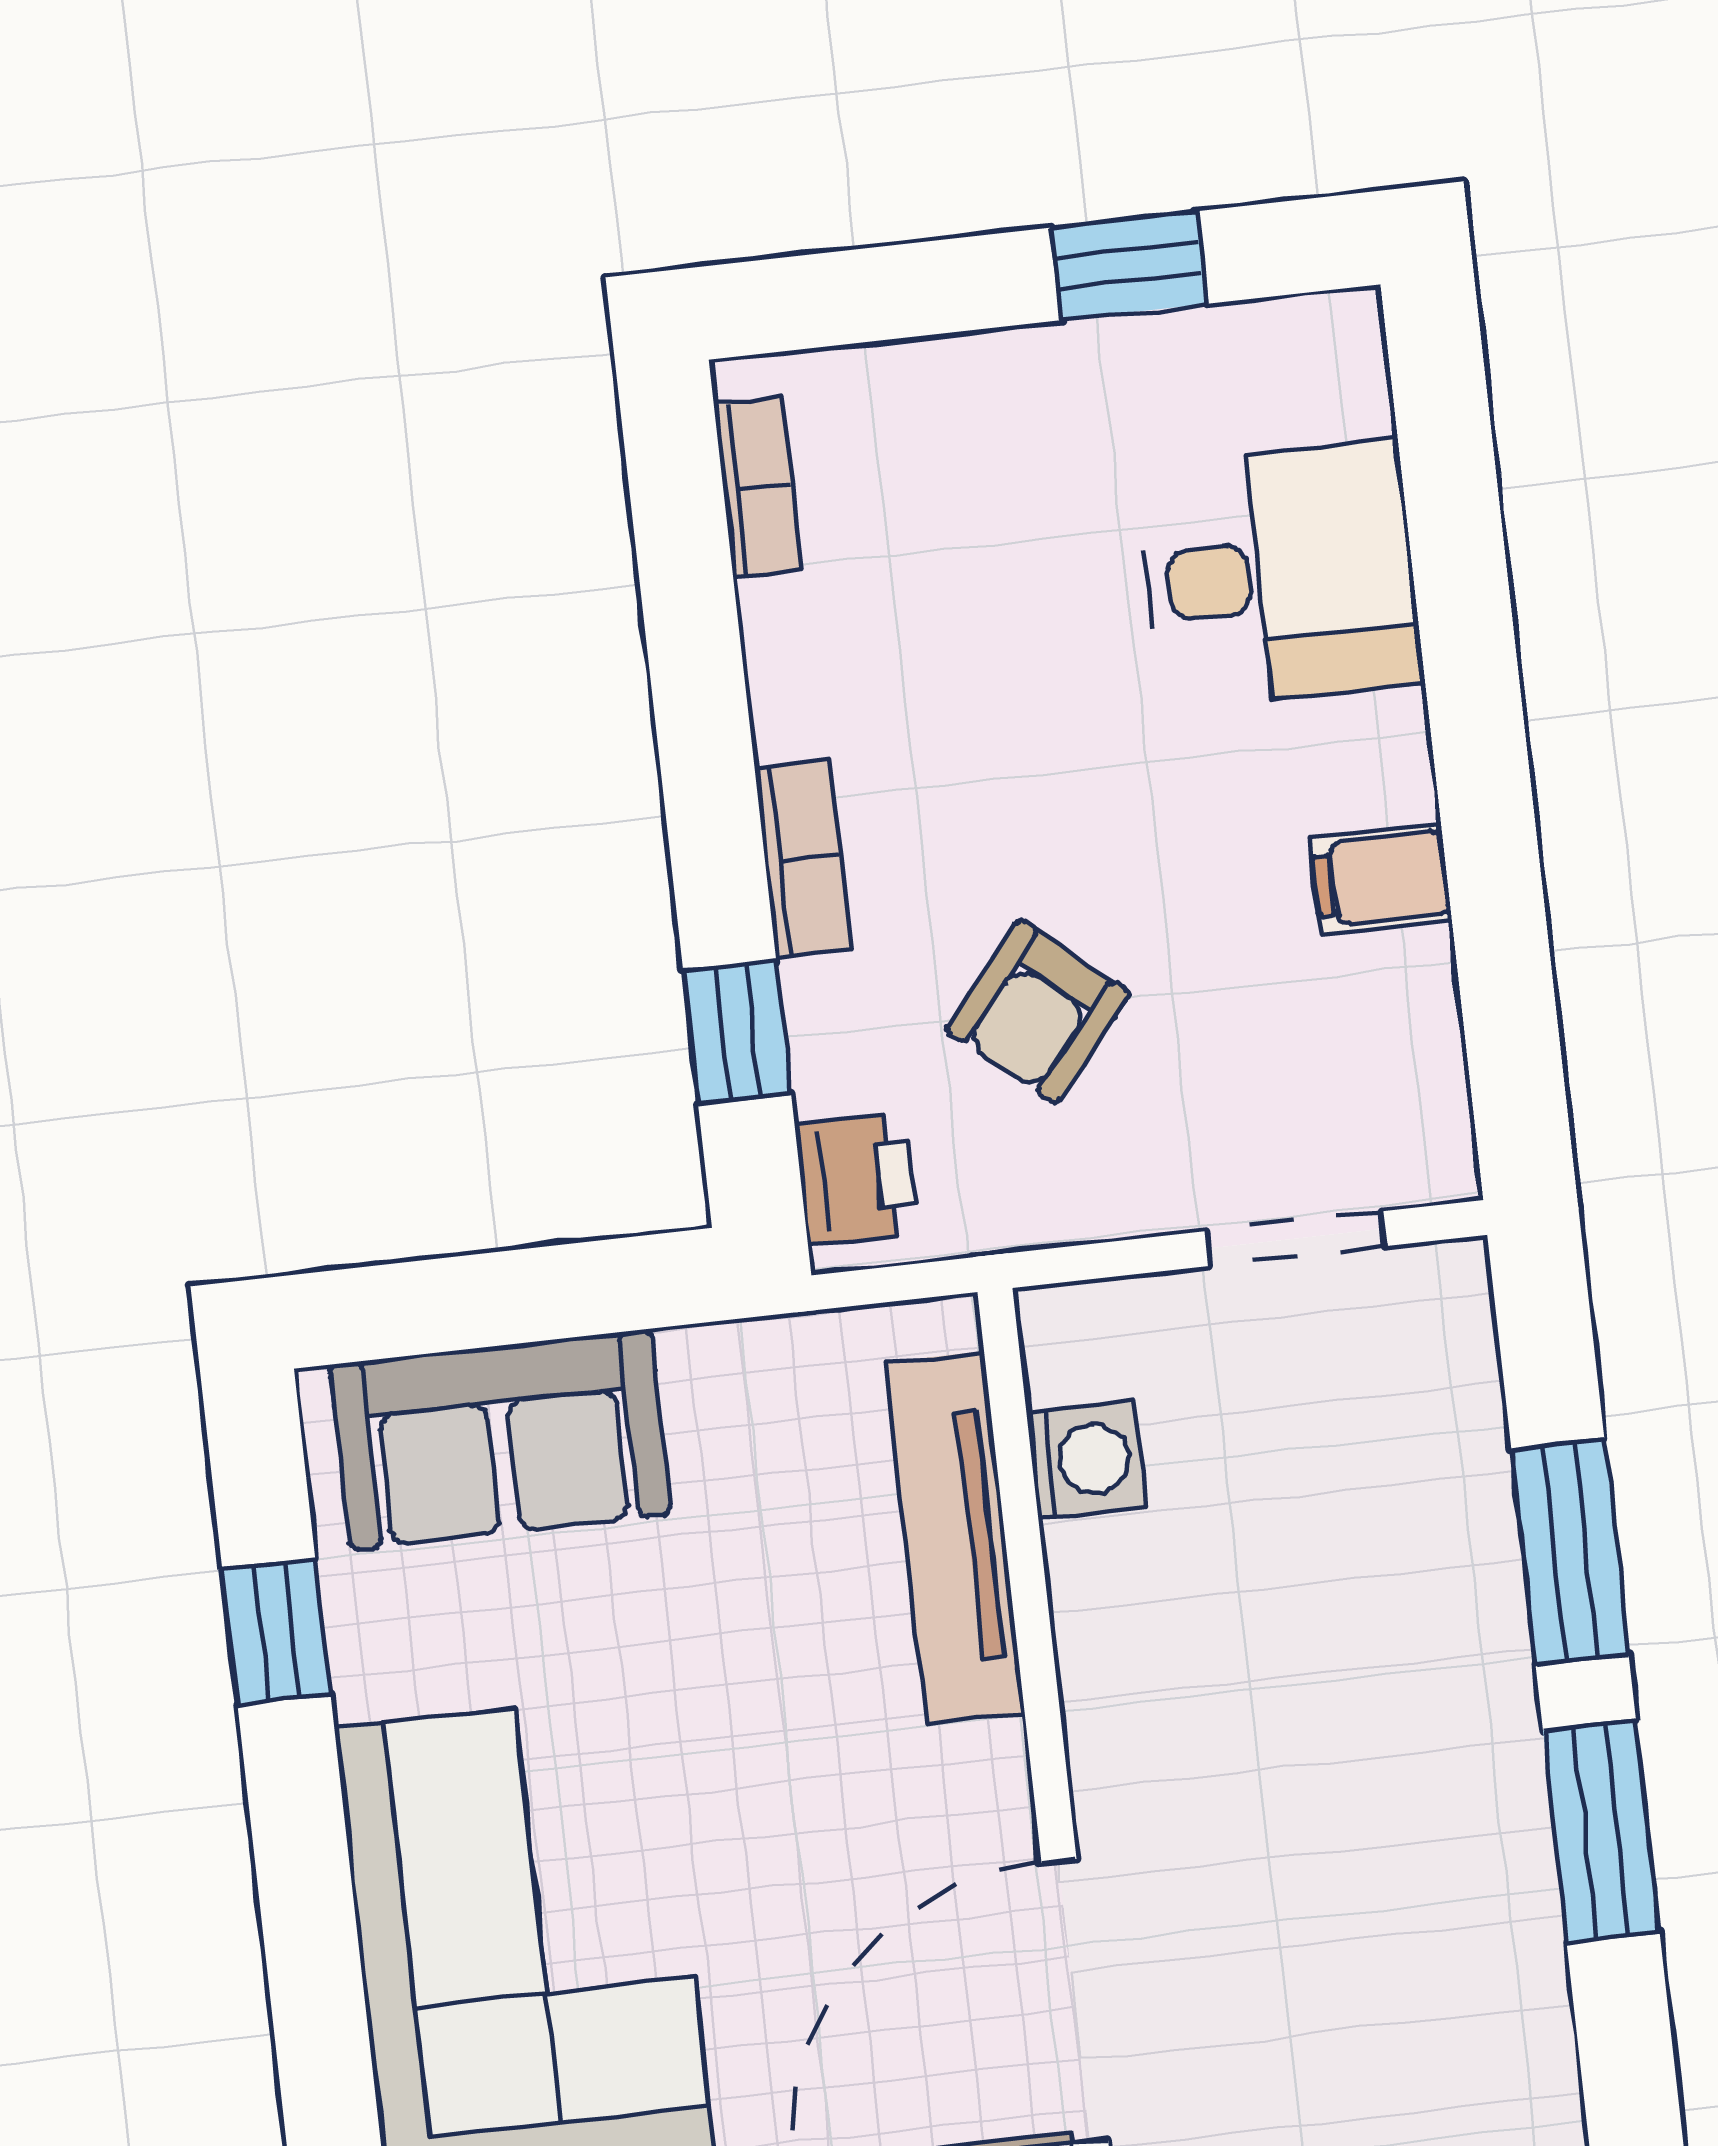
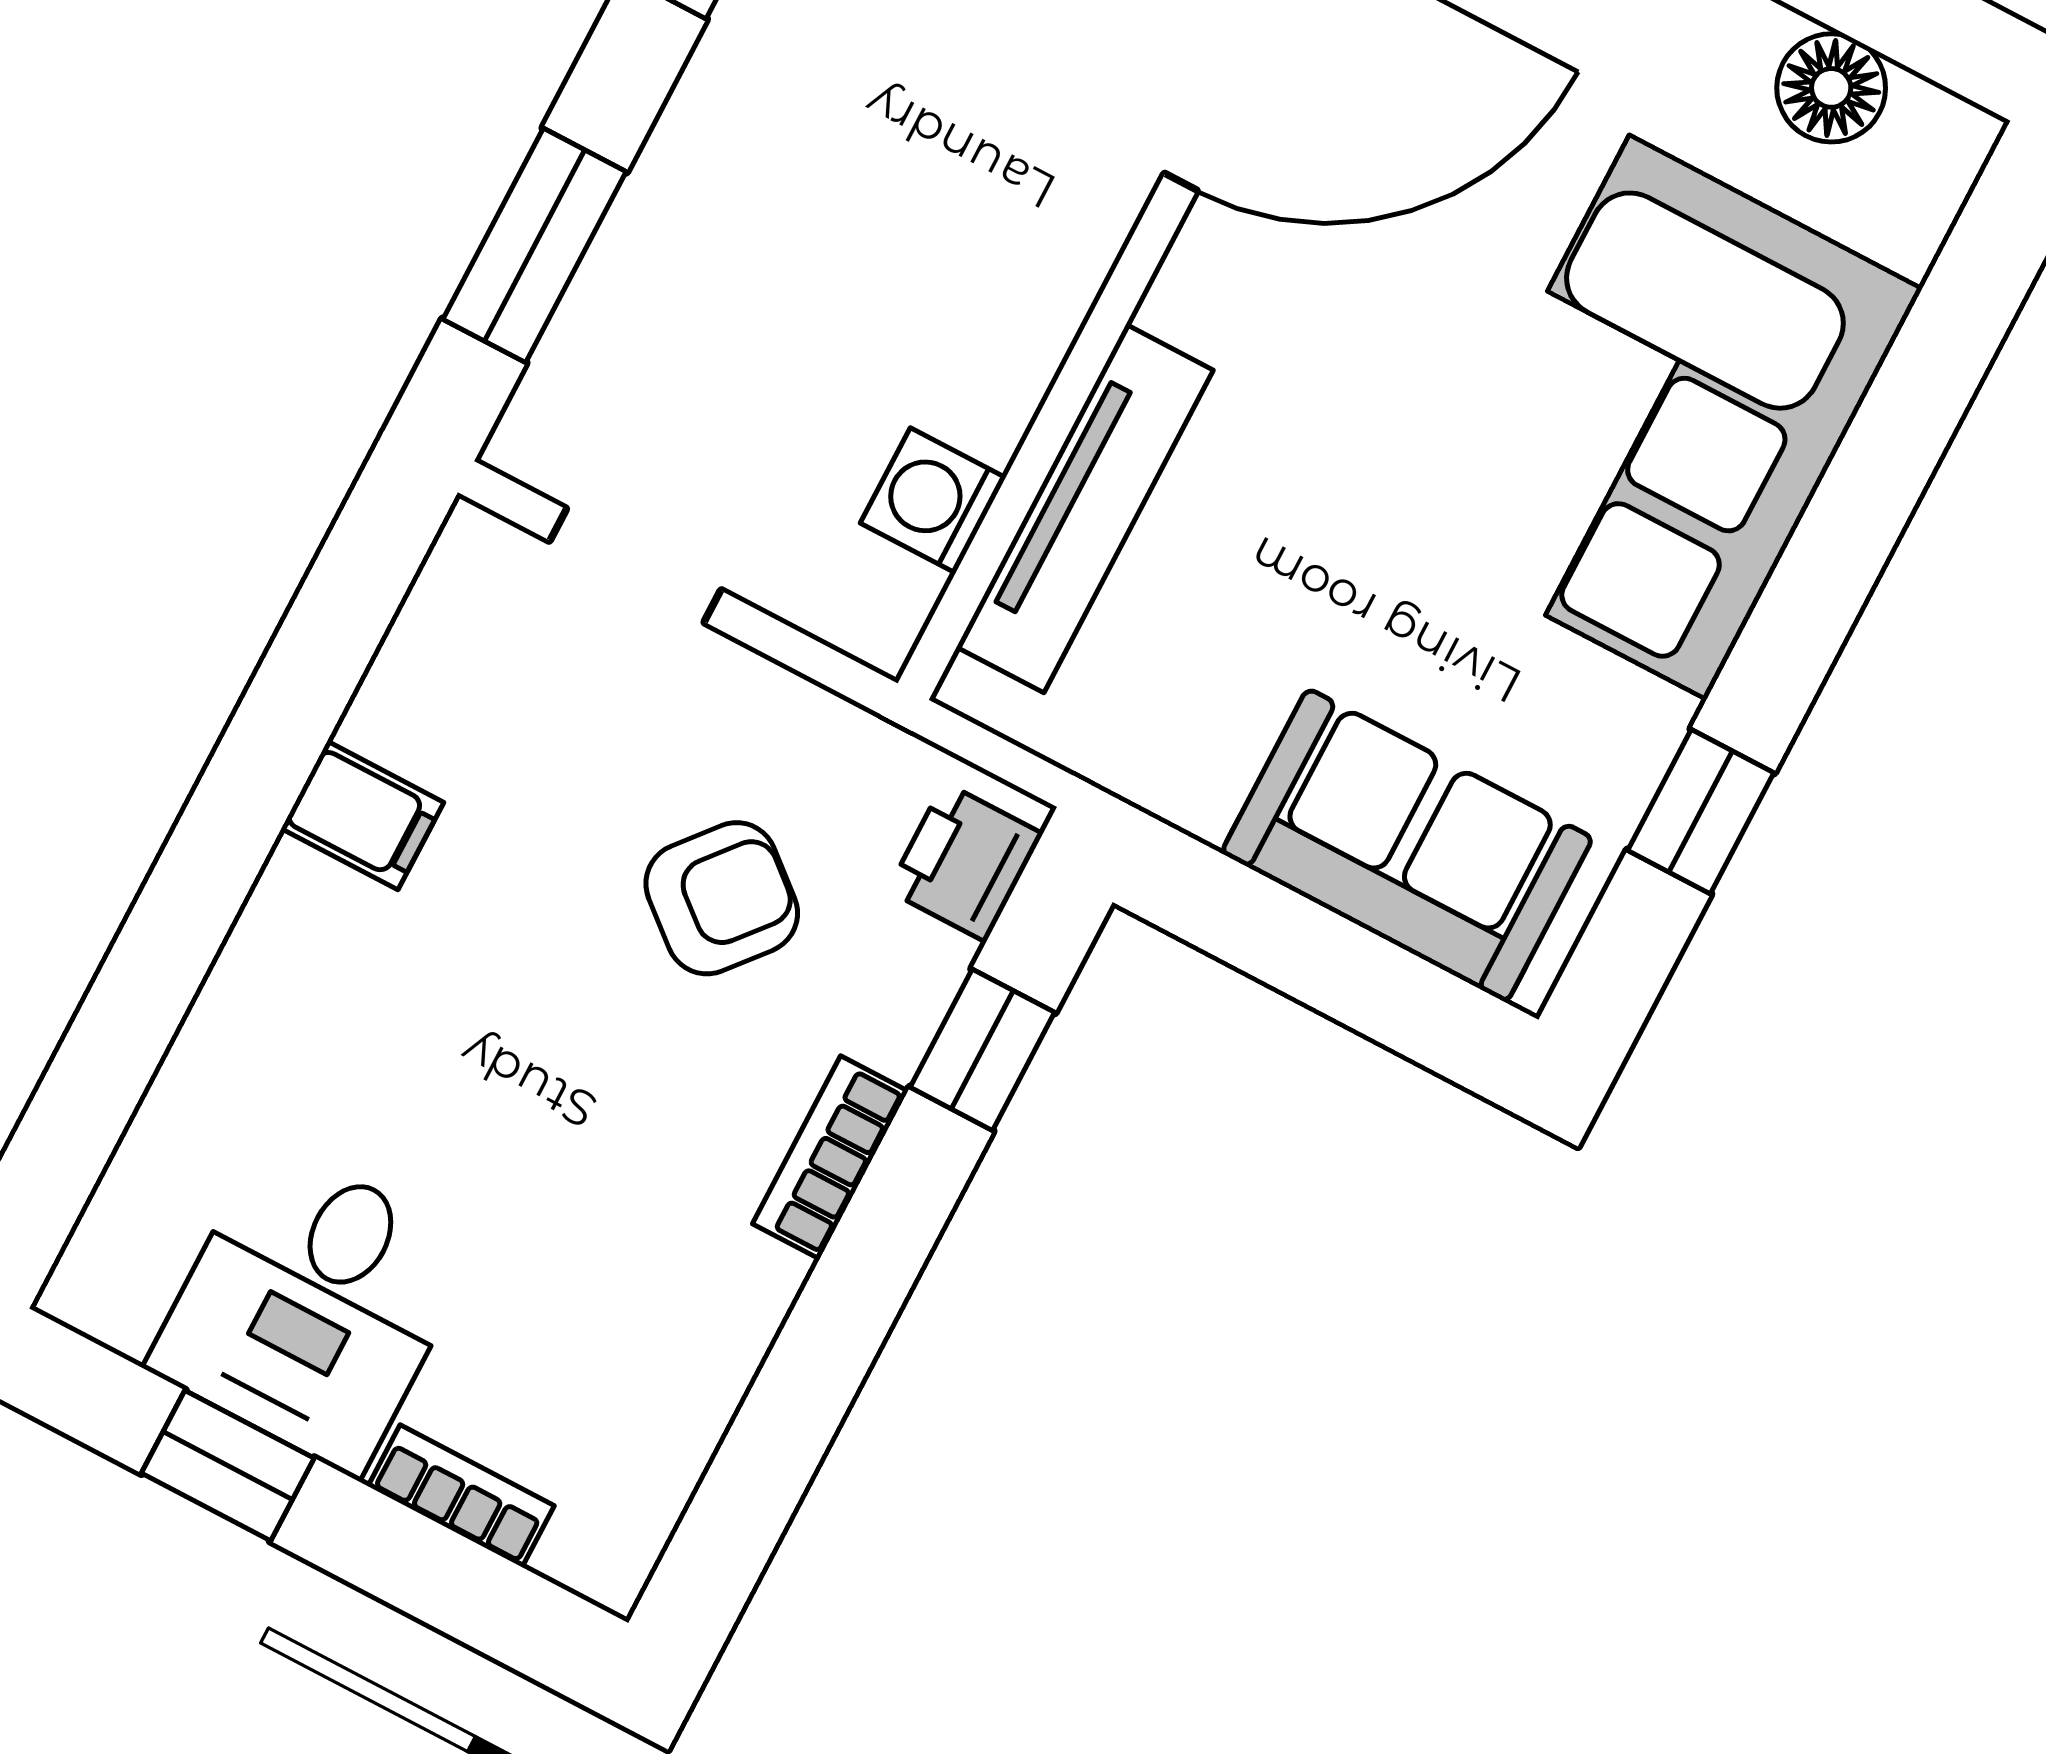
bookcase: (758, 487) -> (461, 1496), moved, turned 90
desk: (1280, 575) -> (312, 1307), moved, turned -90
window: (1570, 1552) -> (534, 245), moved

